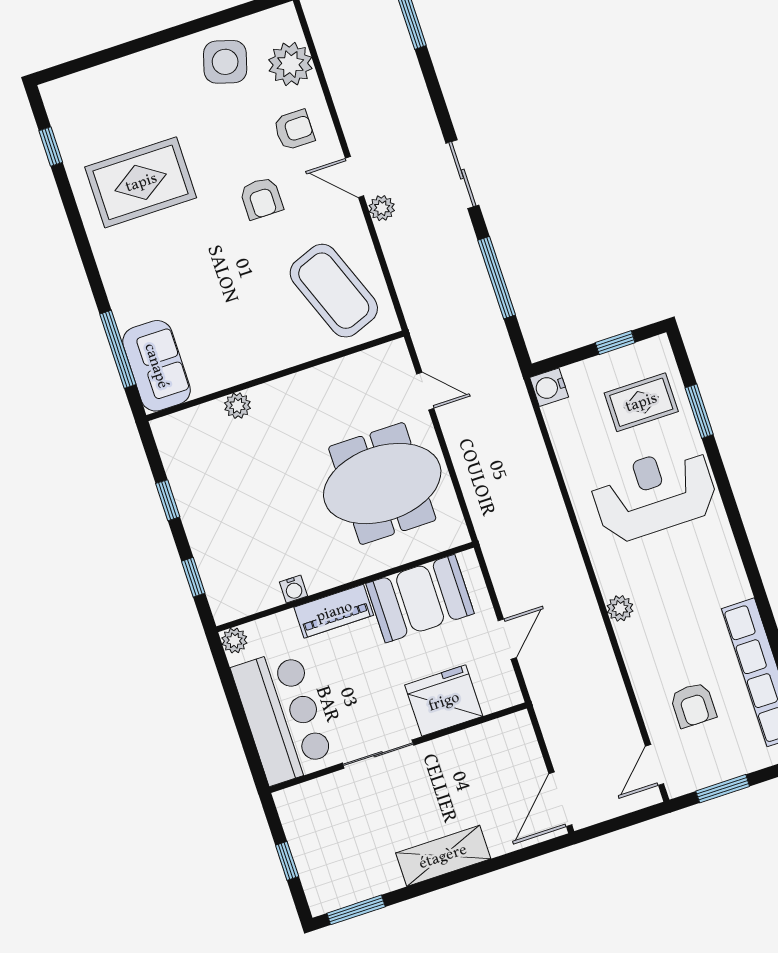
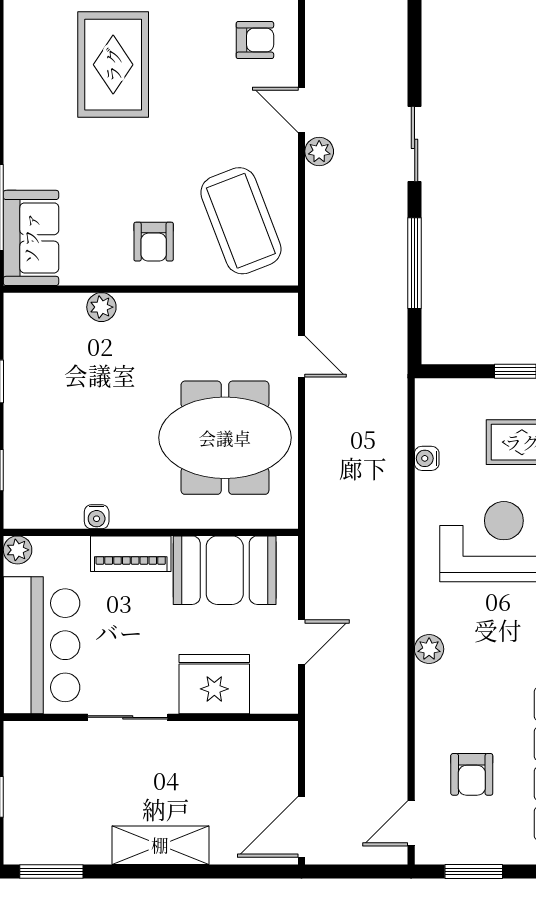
rug: (141, 182) -> (113, 65), moved, turned 90
armchair: (261, 198) -> (154, 242), moved
water cooler: (549, 387) -> (427, 458), moved, width x0.72, depth x0.72

